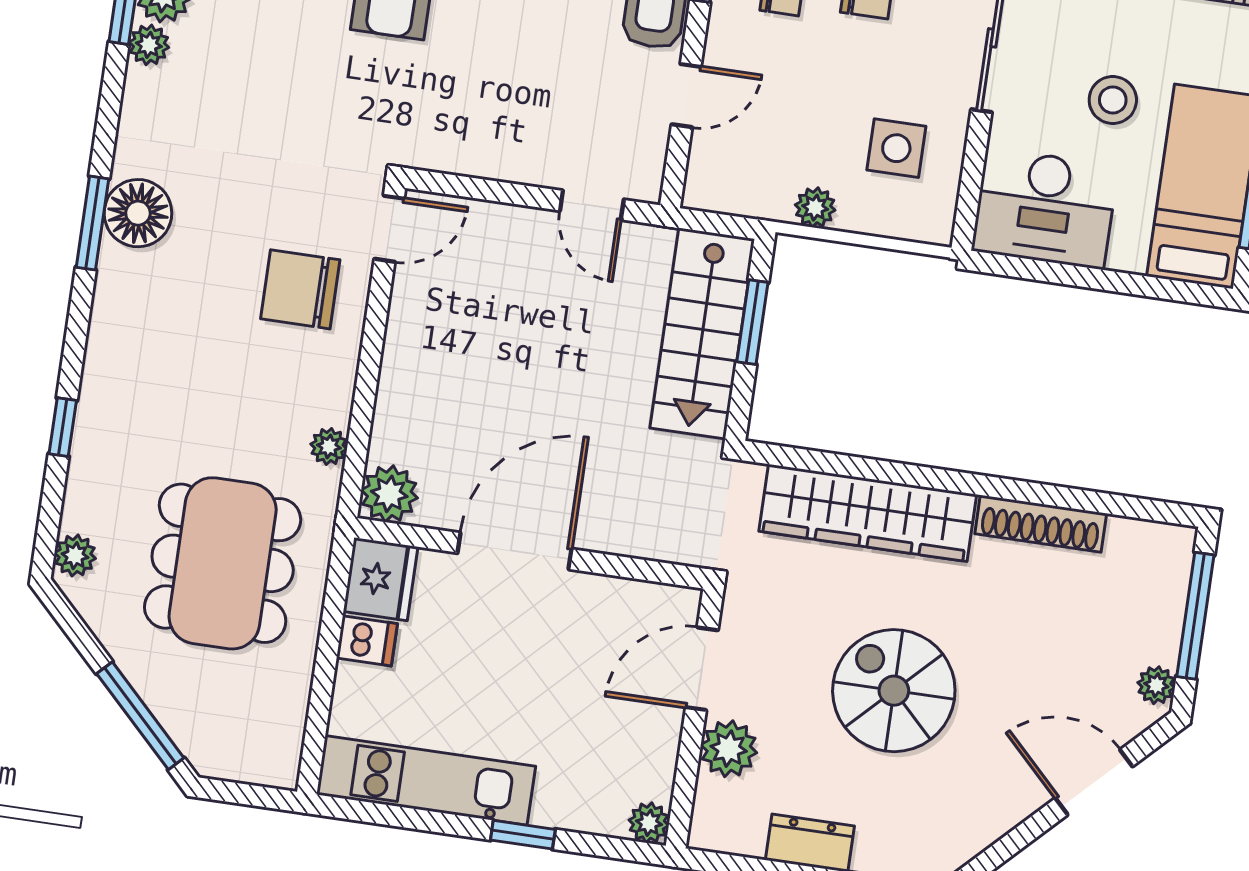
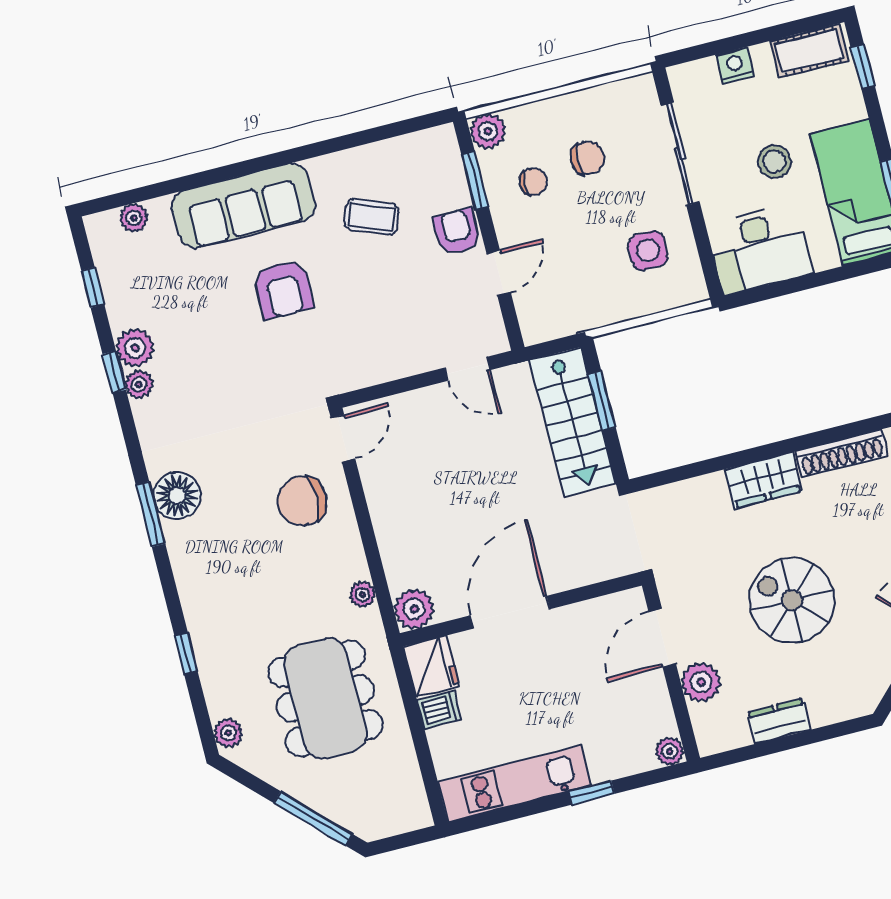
plant: (815, 208) -> (612, 310), removed
wardrobe: (868, 513) -> (764, 480), width x0.48, depth x0.85

